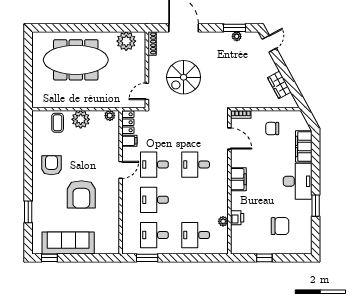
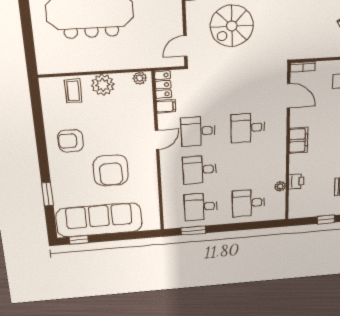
armchair: (51, 165) -> (71, 141), turned -90
sofa: (68, 243) -> (99, 220), width x1.36, depth x1.27

